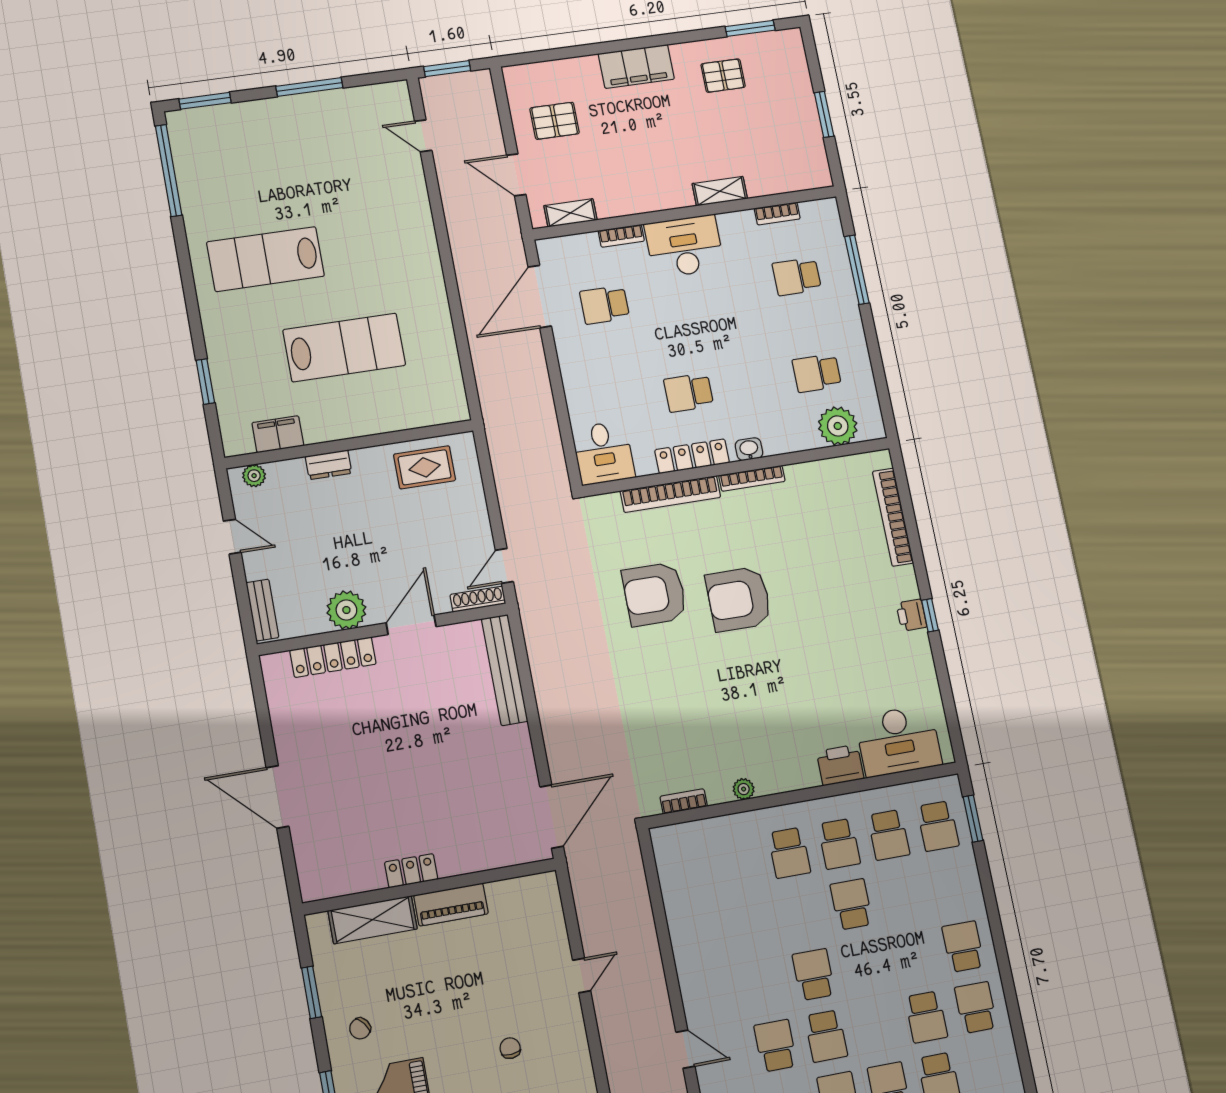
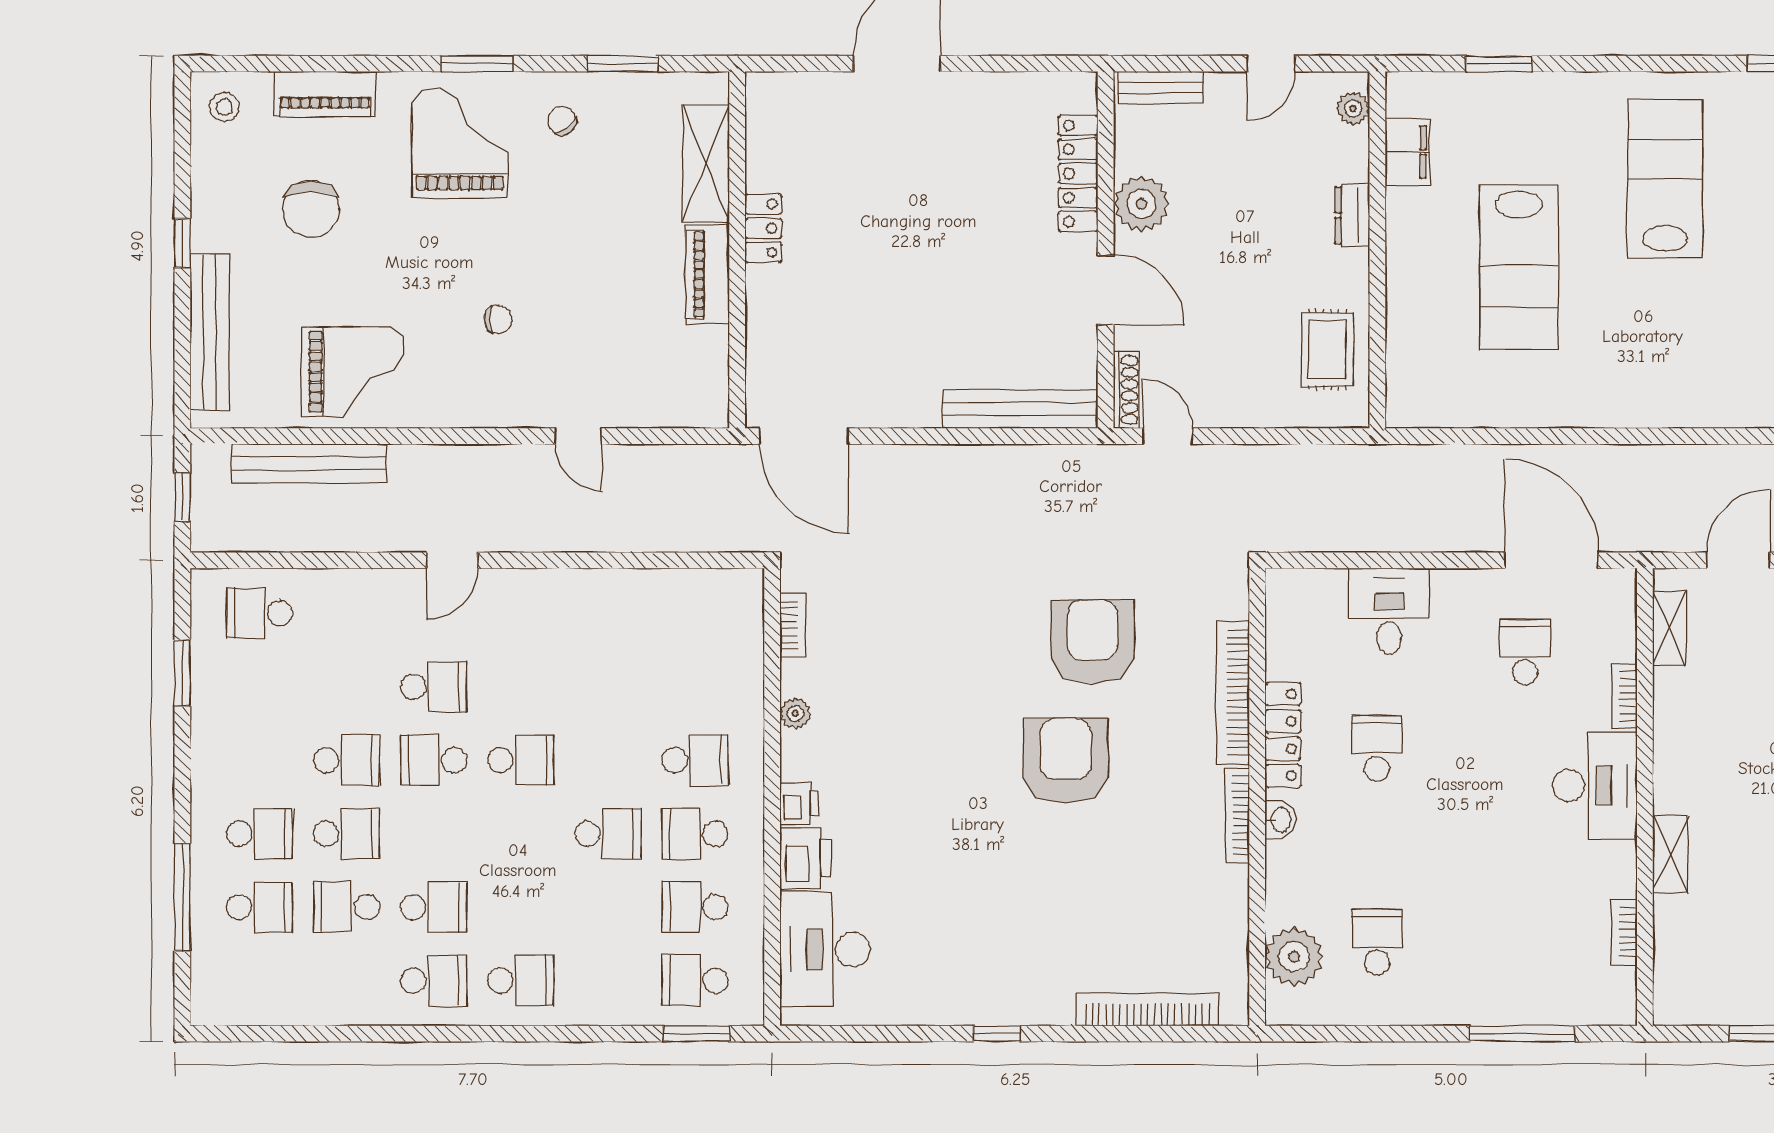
school desk: (797, 277) -> (1525, 942), removed
desk: (603, 453) -> (1389, 611), moved, turned 90
printer: (911, 615) -> (799, 803), moved, turned 90
school desk: (789, 853) -> (695, 760), turned 180
school desk: (926, 1017) -> (434, 907), turned 180

